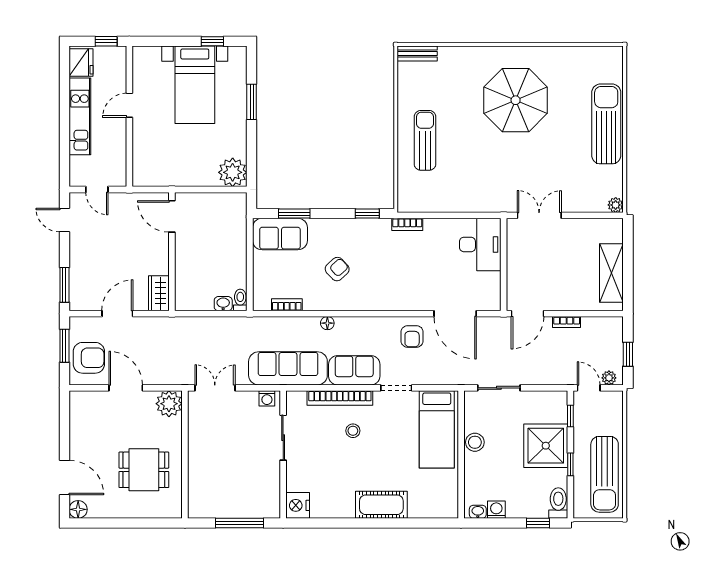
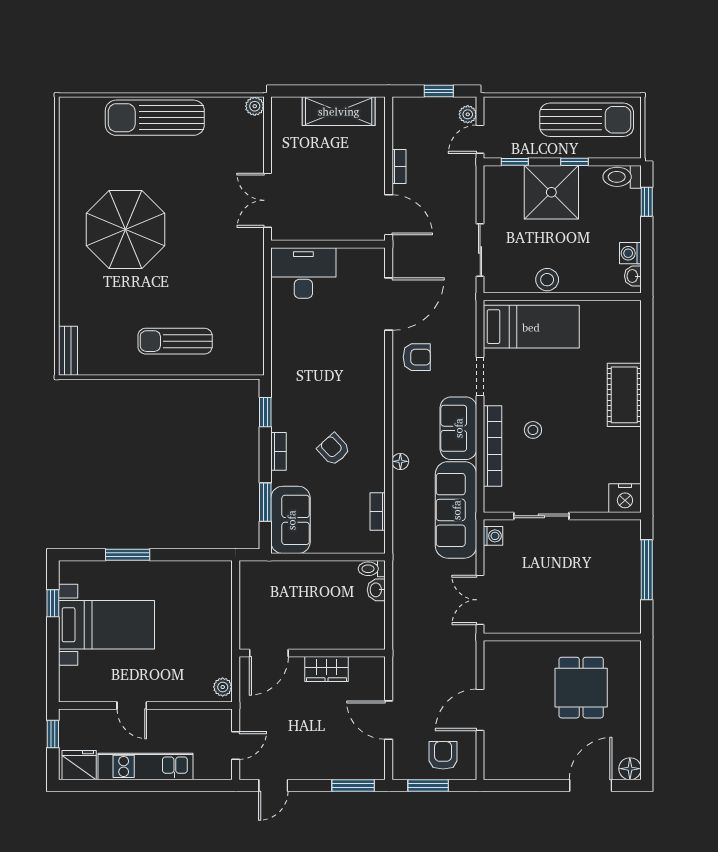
plant: (233, 172) -> (223, 687), moved, width x0.53, depth x0.53
bookcase: (407, 224) -> (279, 451), moved
wardrobe: (159, 293) -> (326, 669), moved
armchair: (89, 358) -> (443, 755), width x0.72, depth x0.72
plant: (169, 404) -> (500, 657), removed

